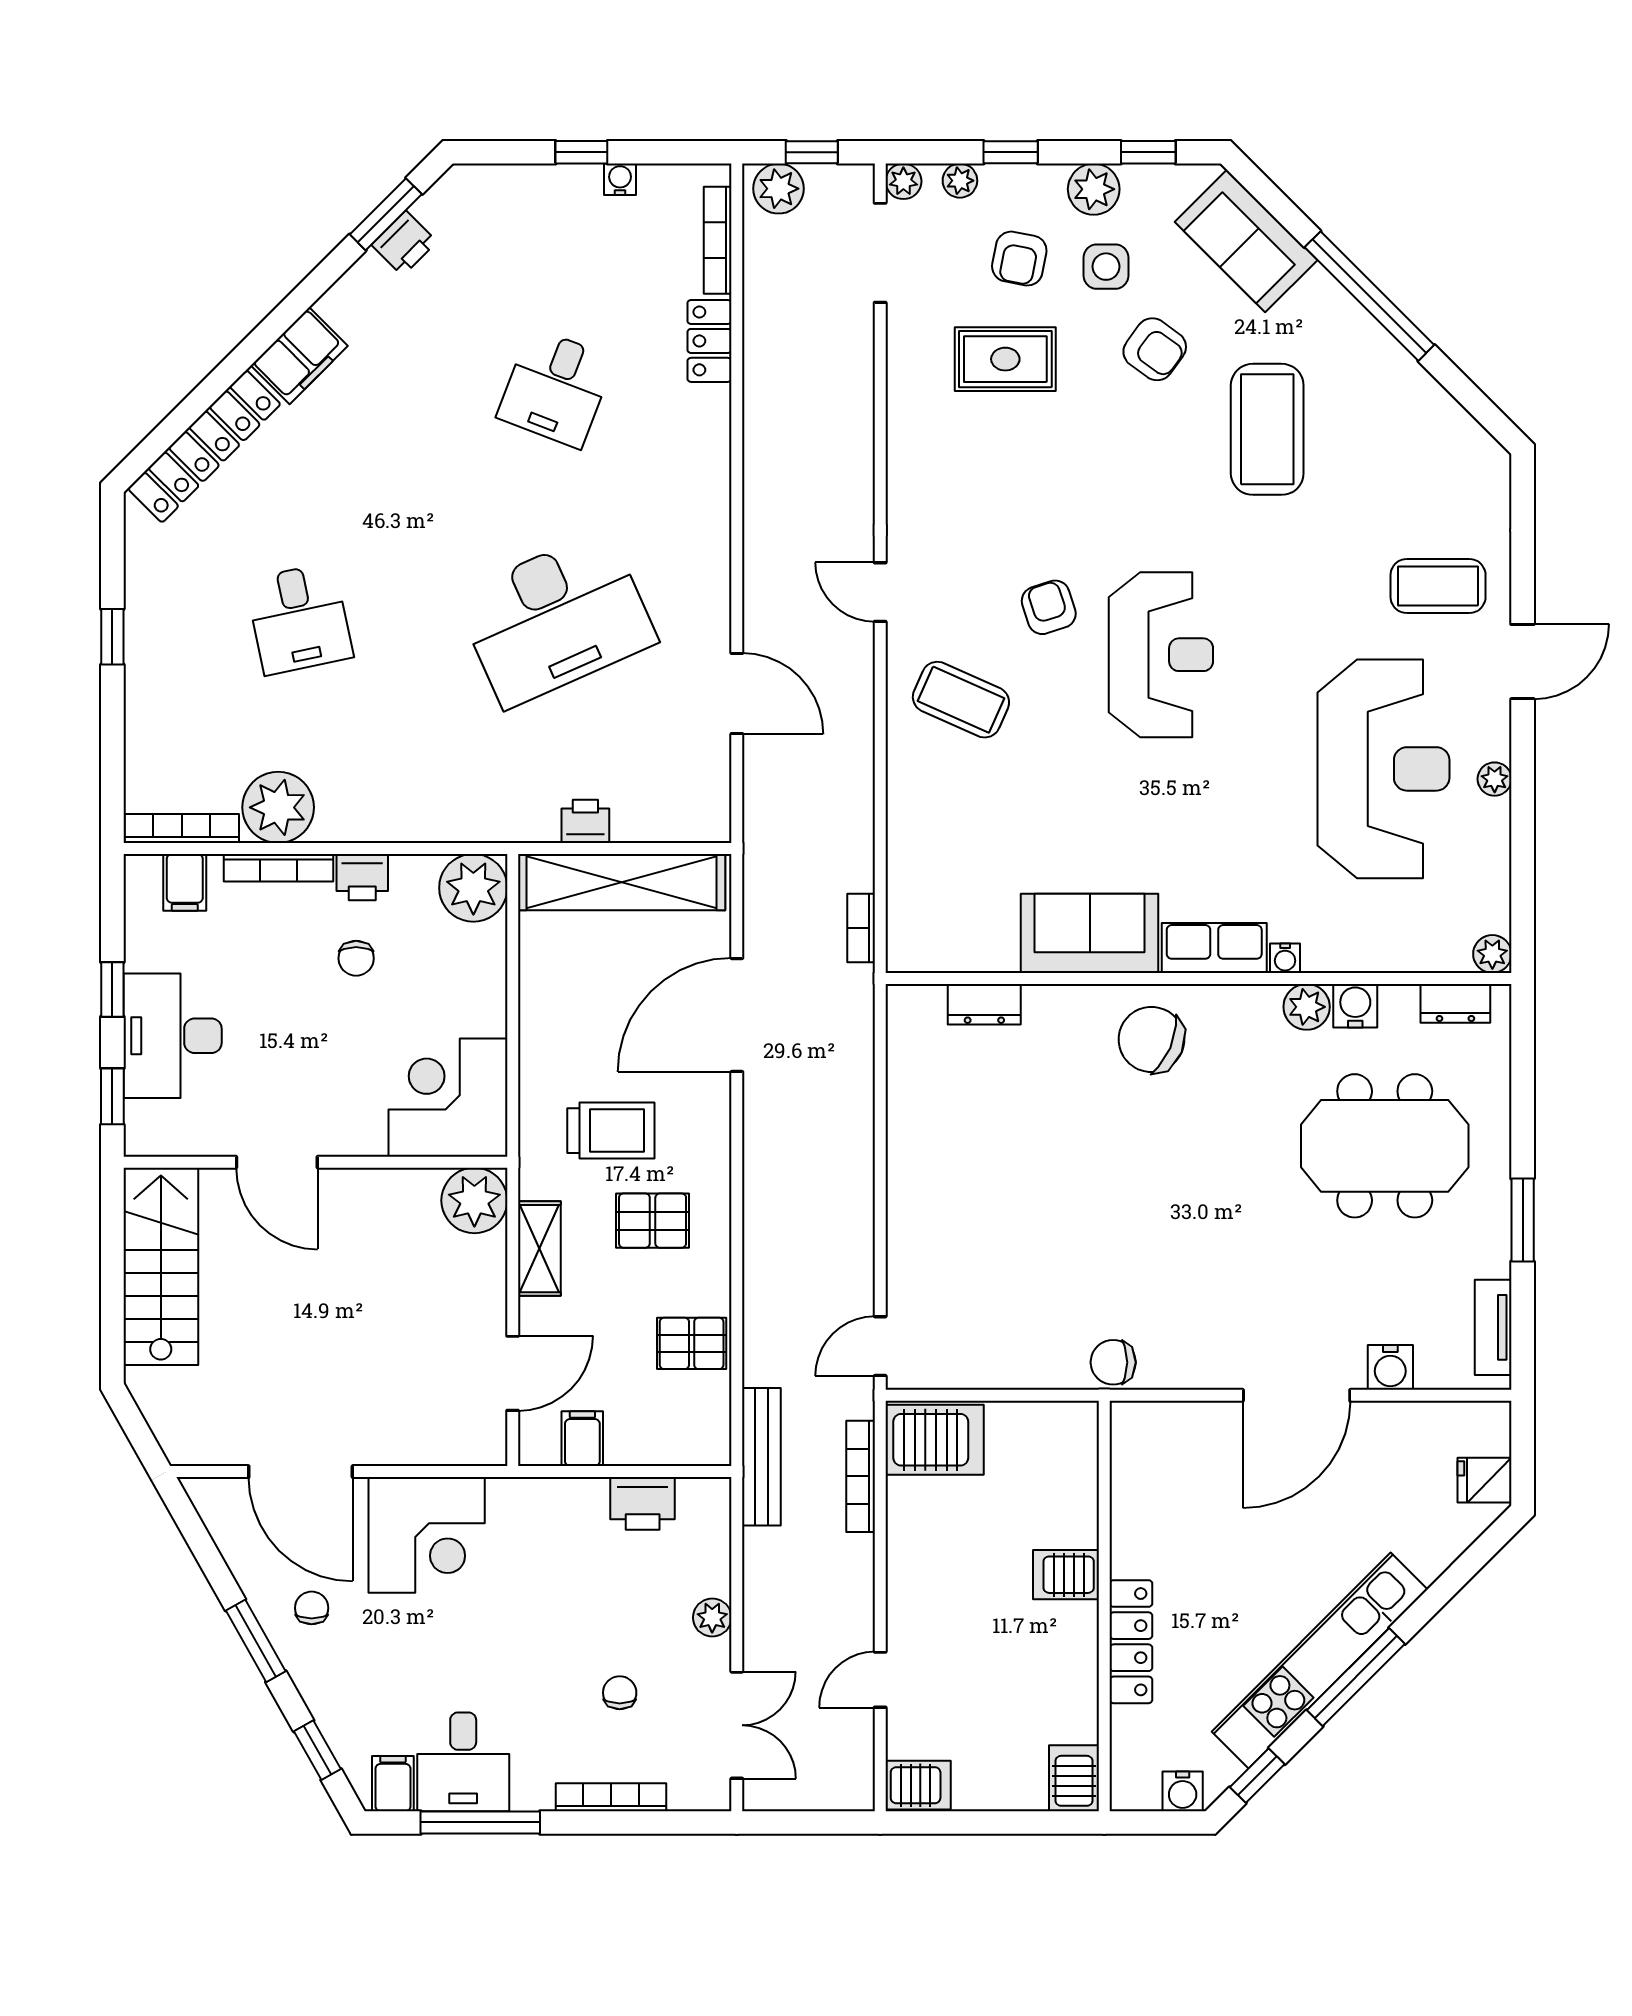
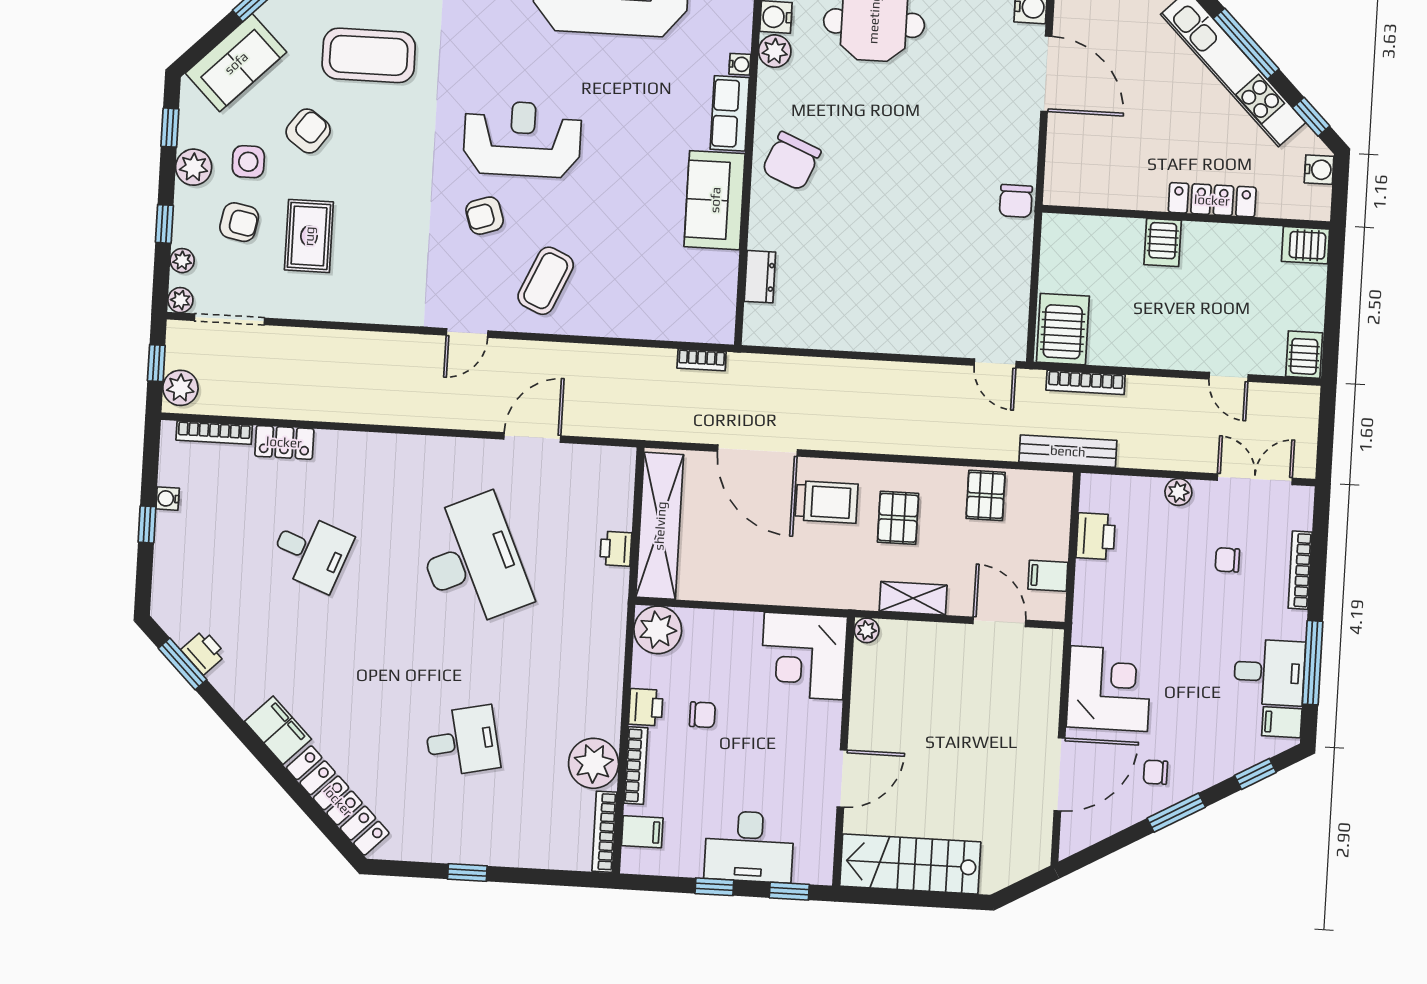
trolley: (611, 1131) -> (827, 502), moved, turned 90
plant: (474, 1200) -> (867, 630), width x0.53, depth x0.53

